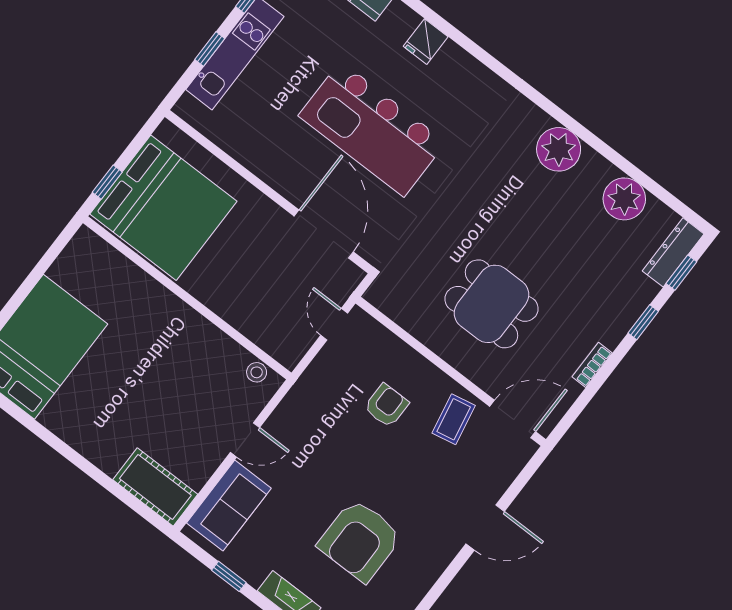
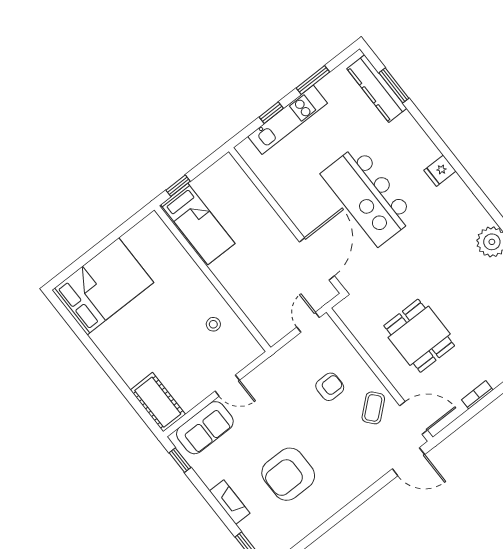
fridge: (426, 42) -> (440, 171), moved
bed: (163, 208) -> (198, 224), width x0.49
stool: (257, 372) -> (213, 324), moved
coffee table: (454, 419) -> (373, 408), turned -30
door: (485, 528) -> (408, 462), moved
window: (229, 576) -> (180, 460), moved

